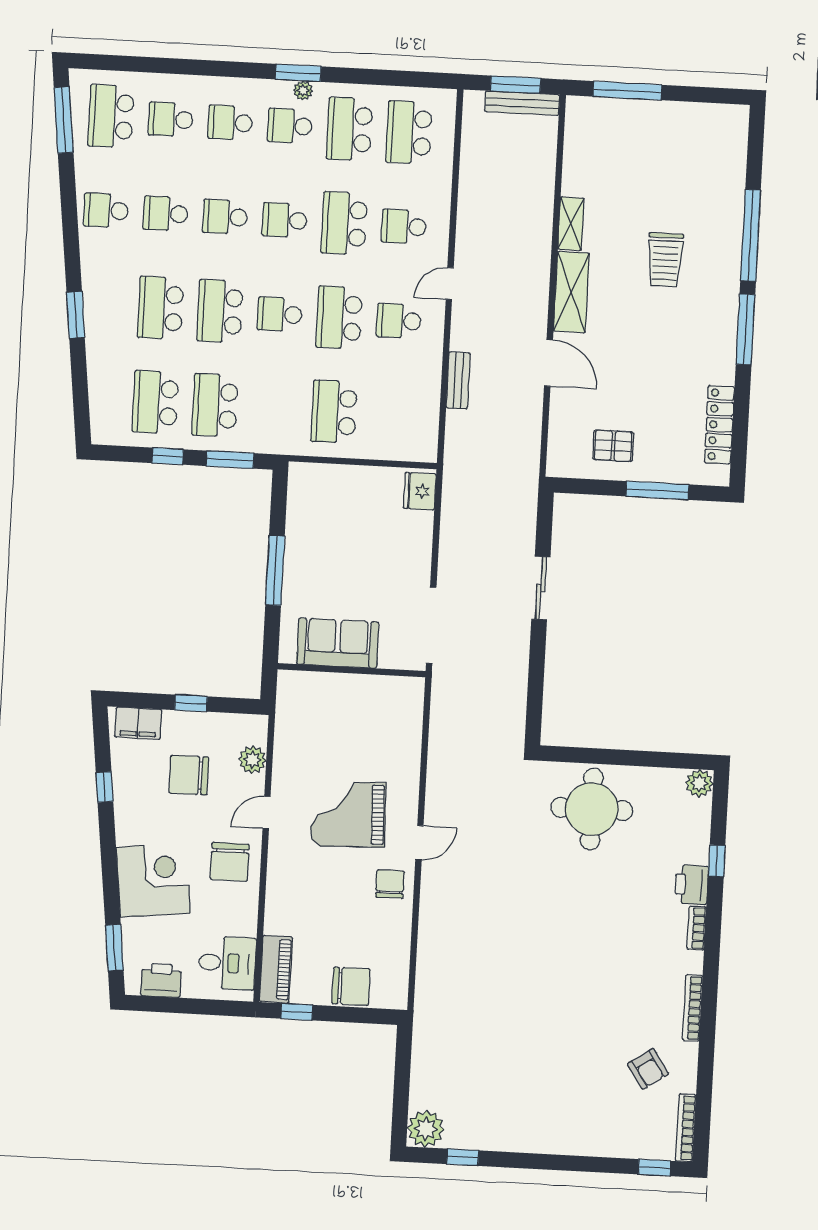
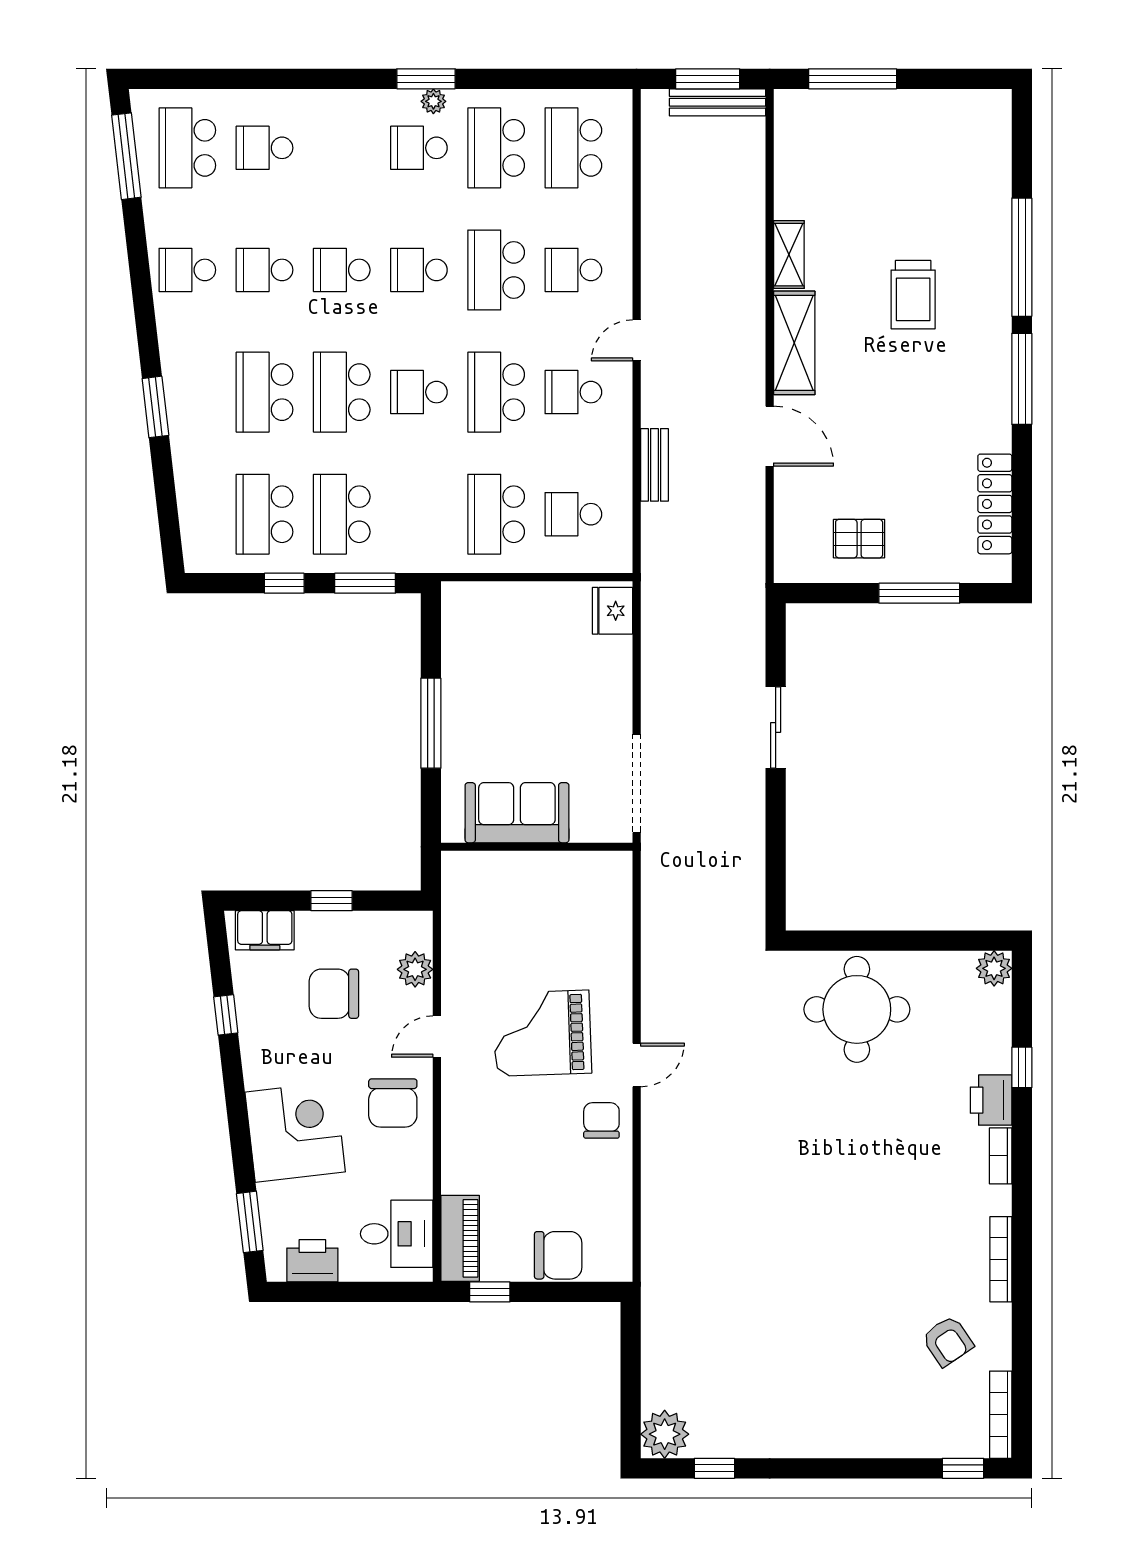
school desk: (230, 123) -> (573, 514), moved

